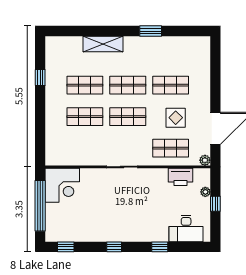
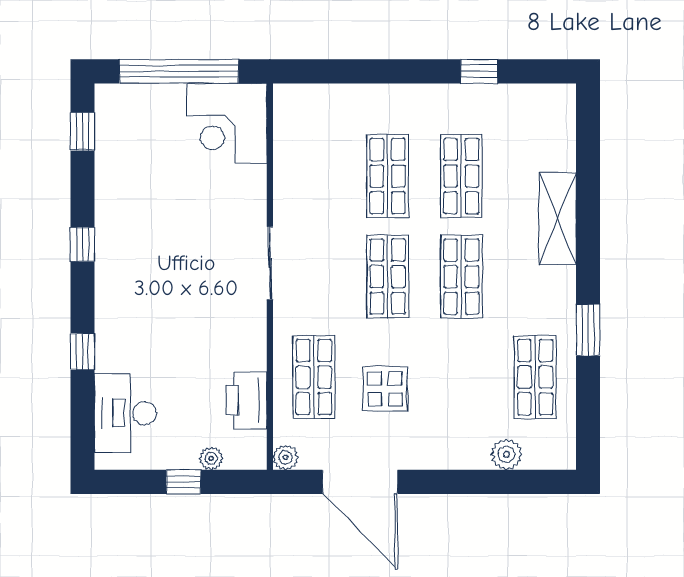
plant: (204, 66) -> (506, 454), added
shop shelf: (171, 85) -> (535, 377), moved

